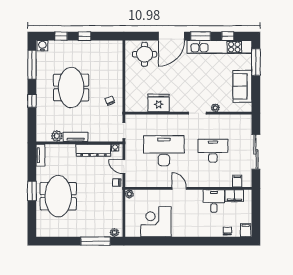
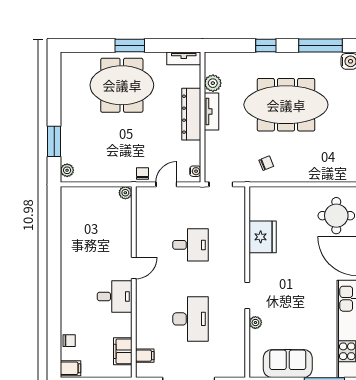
meeting table: (71, 88) -> (286, 105), width x1.36
dresser: (93, 150) -> (191, 114), moved
desk: (164, 151) -> (190, 245), width x0.53, depth x0.77
desk: (214, 201) -> (115, 297), moved
corner desk: (156, 222) -> (83, 233), removed
window: (95, 241) -> (54, 141), width x0.69

